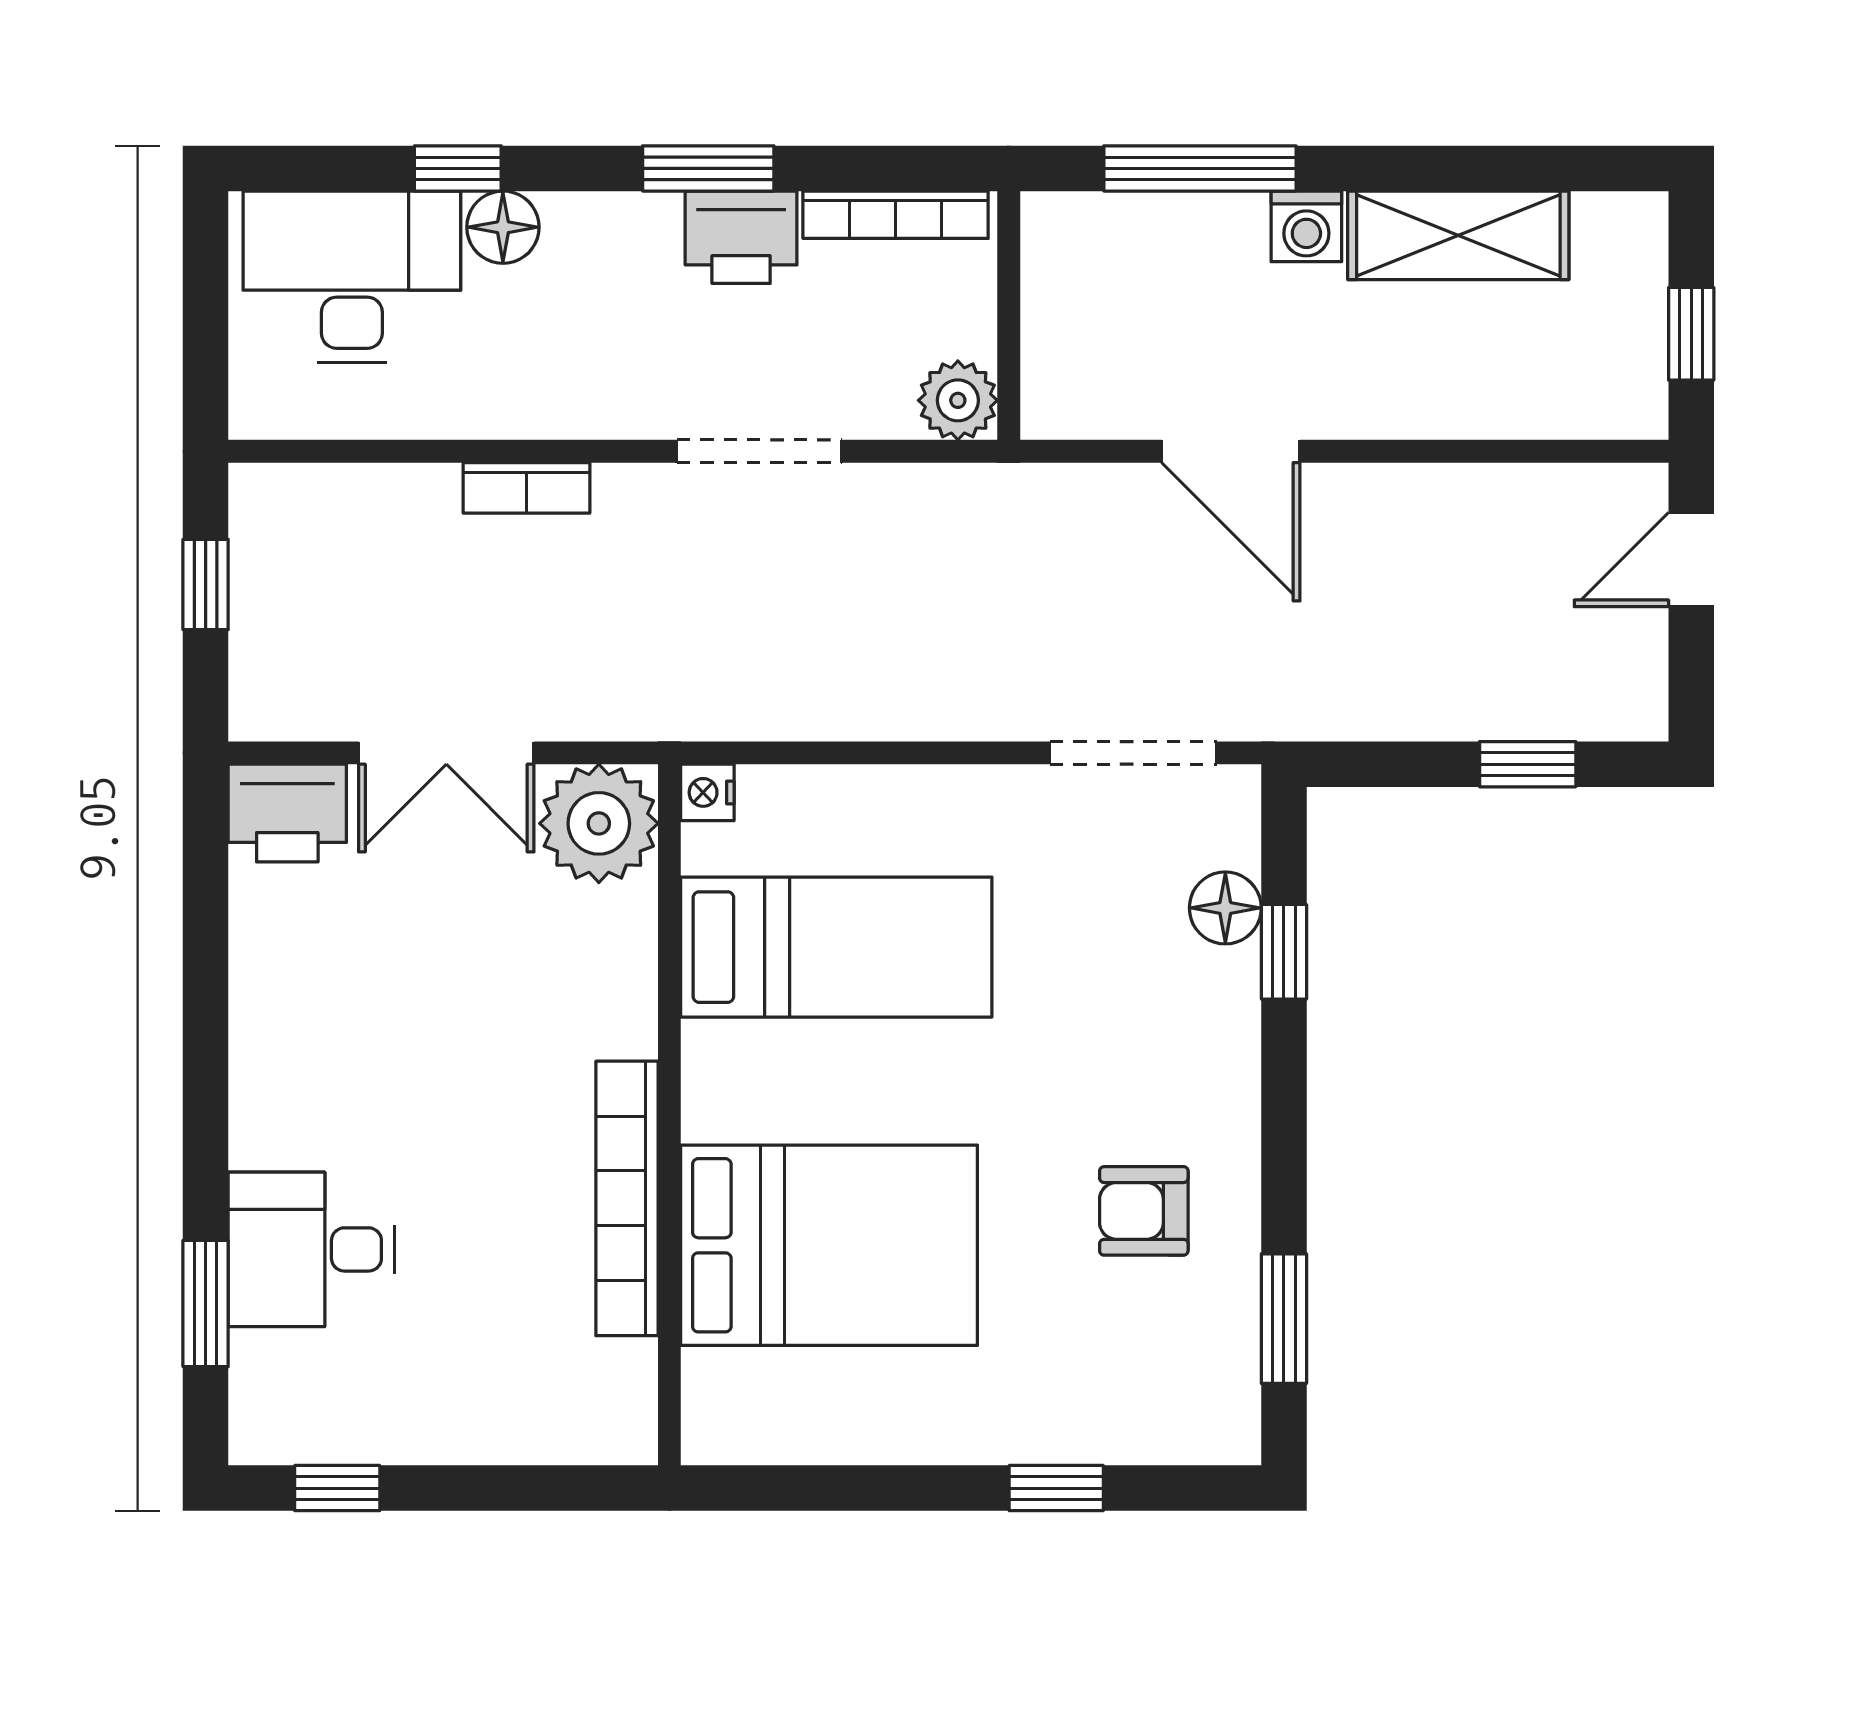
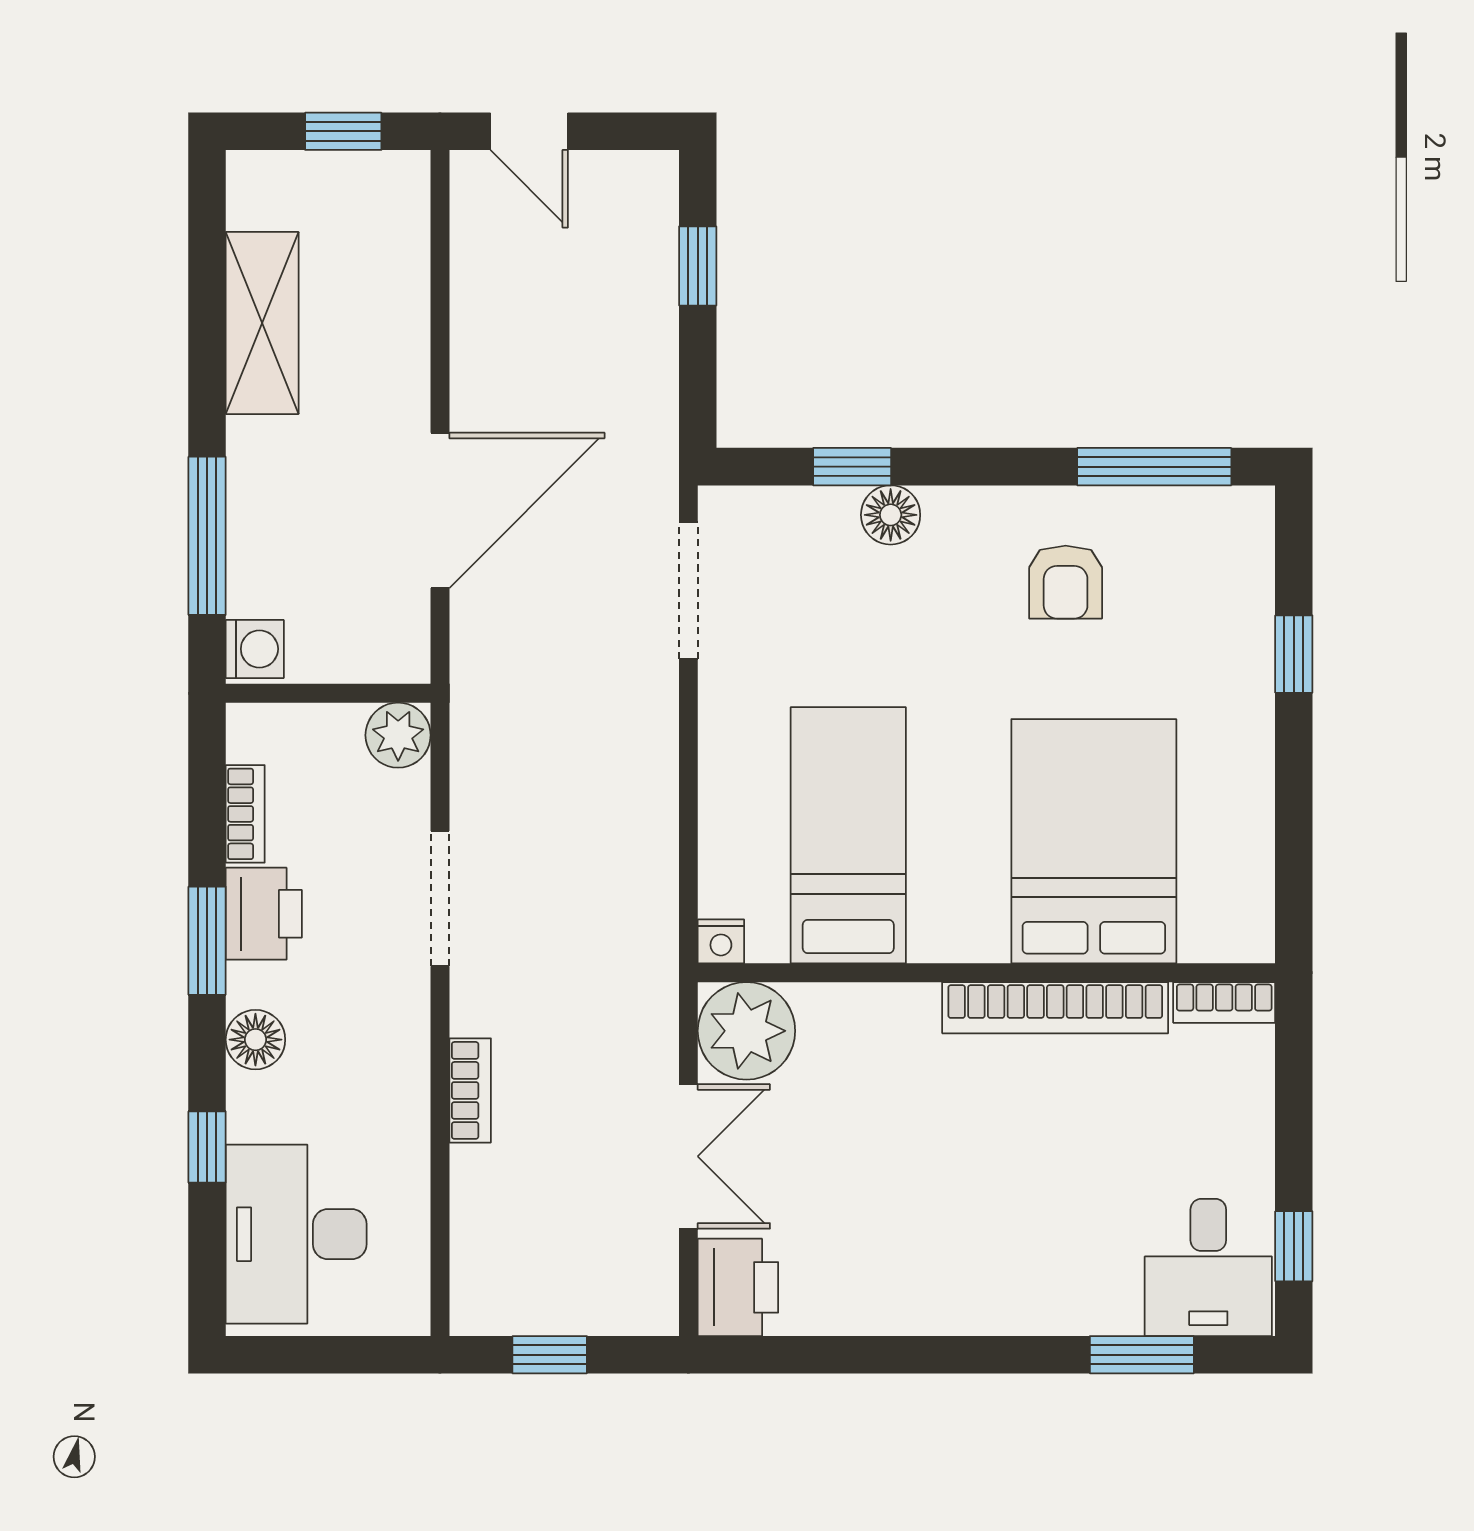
bookcase: (896, 215) -> (245, 814), width x0.64
washing machine: (1306, 226) -> (255, 649), moved
floor lamp: (503, 227) -> (255, 1040), moved
door: (1231, 451) -> (440, 510), width x1.36
floor lamp: (1225, 908) -> (891, 515), moved
desk: (311, 1249) -> (1208, 1267), moved
window: (1284, 1319) -> (1154, 467), width x1.44
bookcase: (633, 1404) -> (1224, 1002), added

